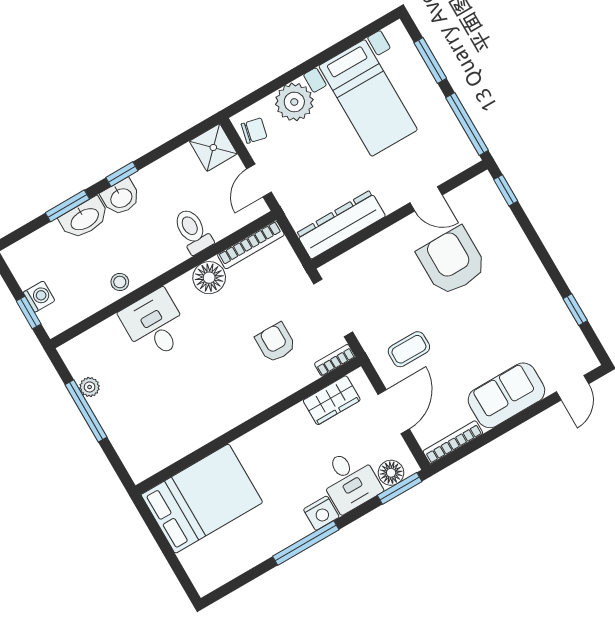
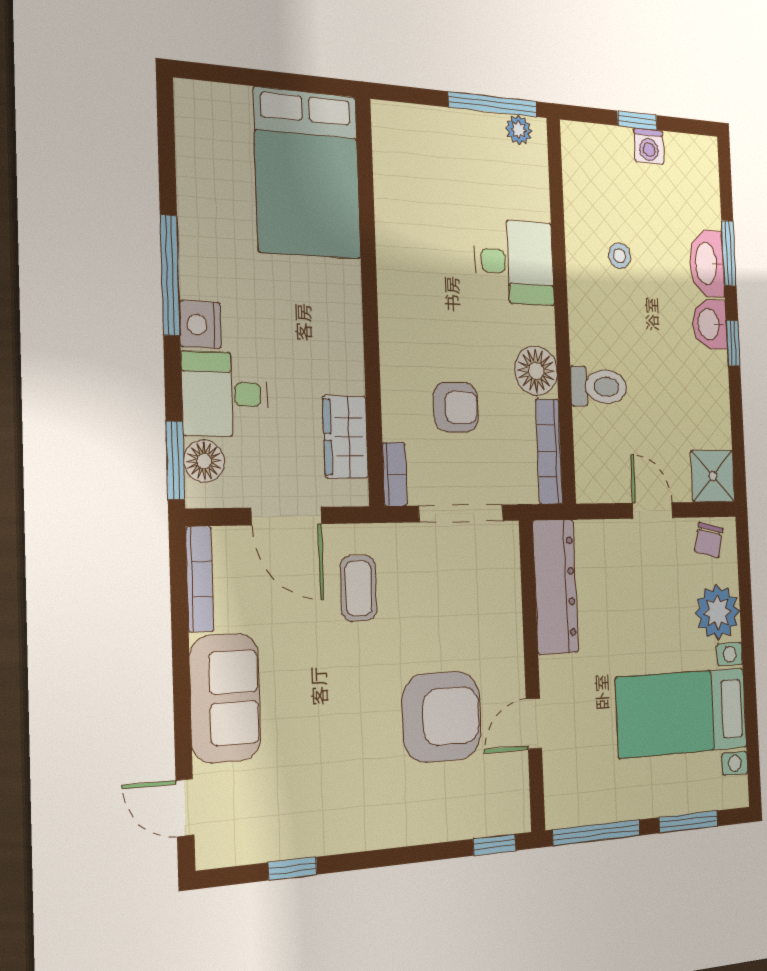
toilet: (193, 231) -> (599, 387), moved
bookcase: (251, 245) -> (549, 451), moved
floor lamp: (209, 278) -> (536, 371), moved
wall: (163, 280) -> (561, 310), moved
desk: (155, 325) -> (514, 262), moved

